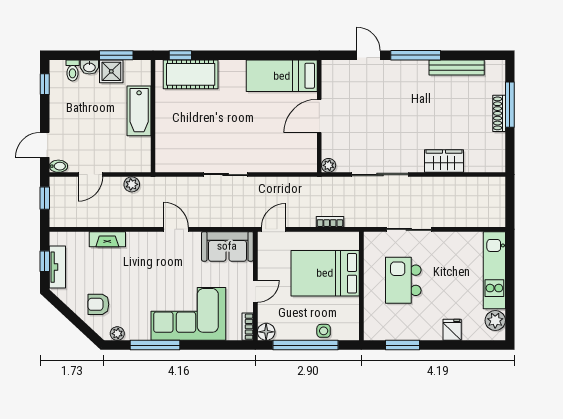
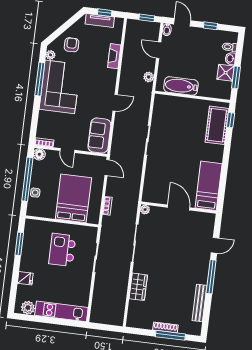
window: (45, 84) -> (210, 26), moved
bathtub: (139, 111) -> (181, 86), moved
kitchen island: (403, 280) -> (62, 250), turned -90
corner sofa: (188, 314) -> (60, 87), moved

